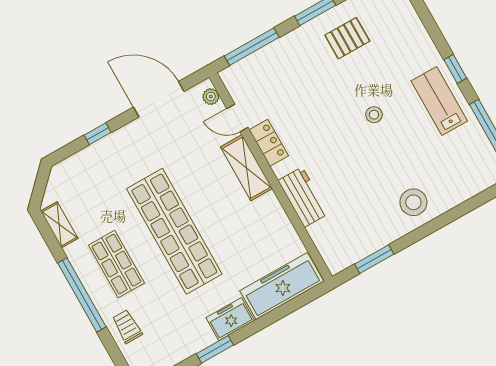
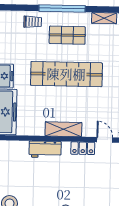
door: (237, 118) -> (105, 140), hinge flipped
shelving: (246, 168) -> (63, 129), moved

